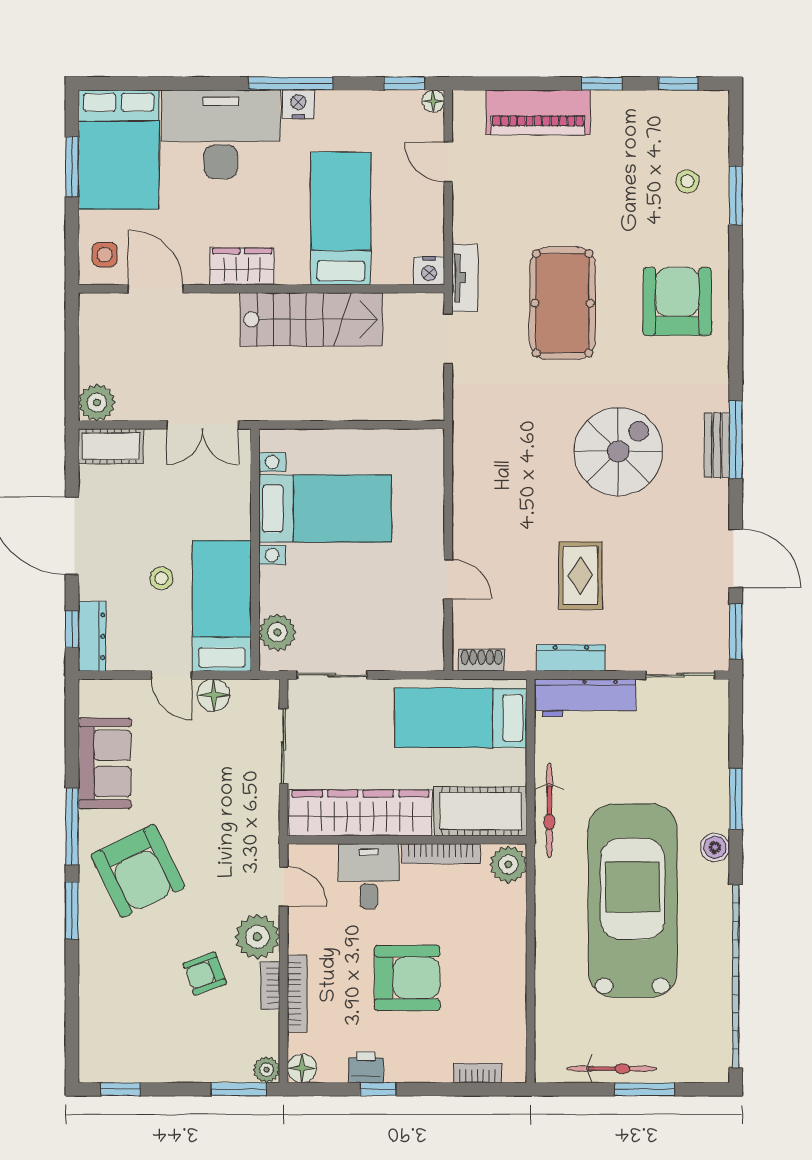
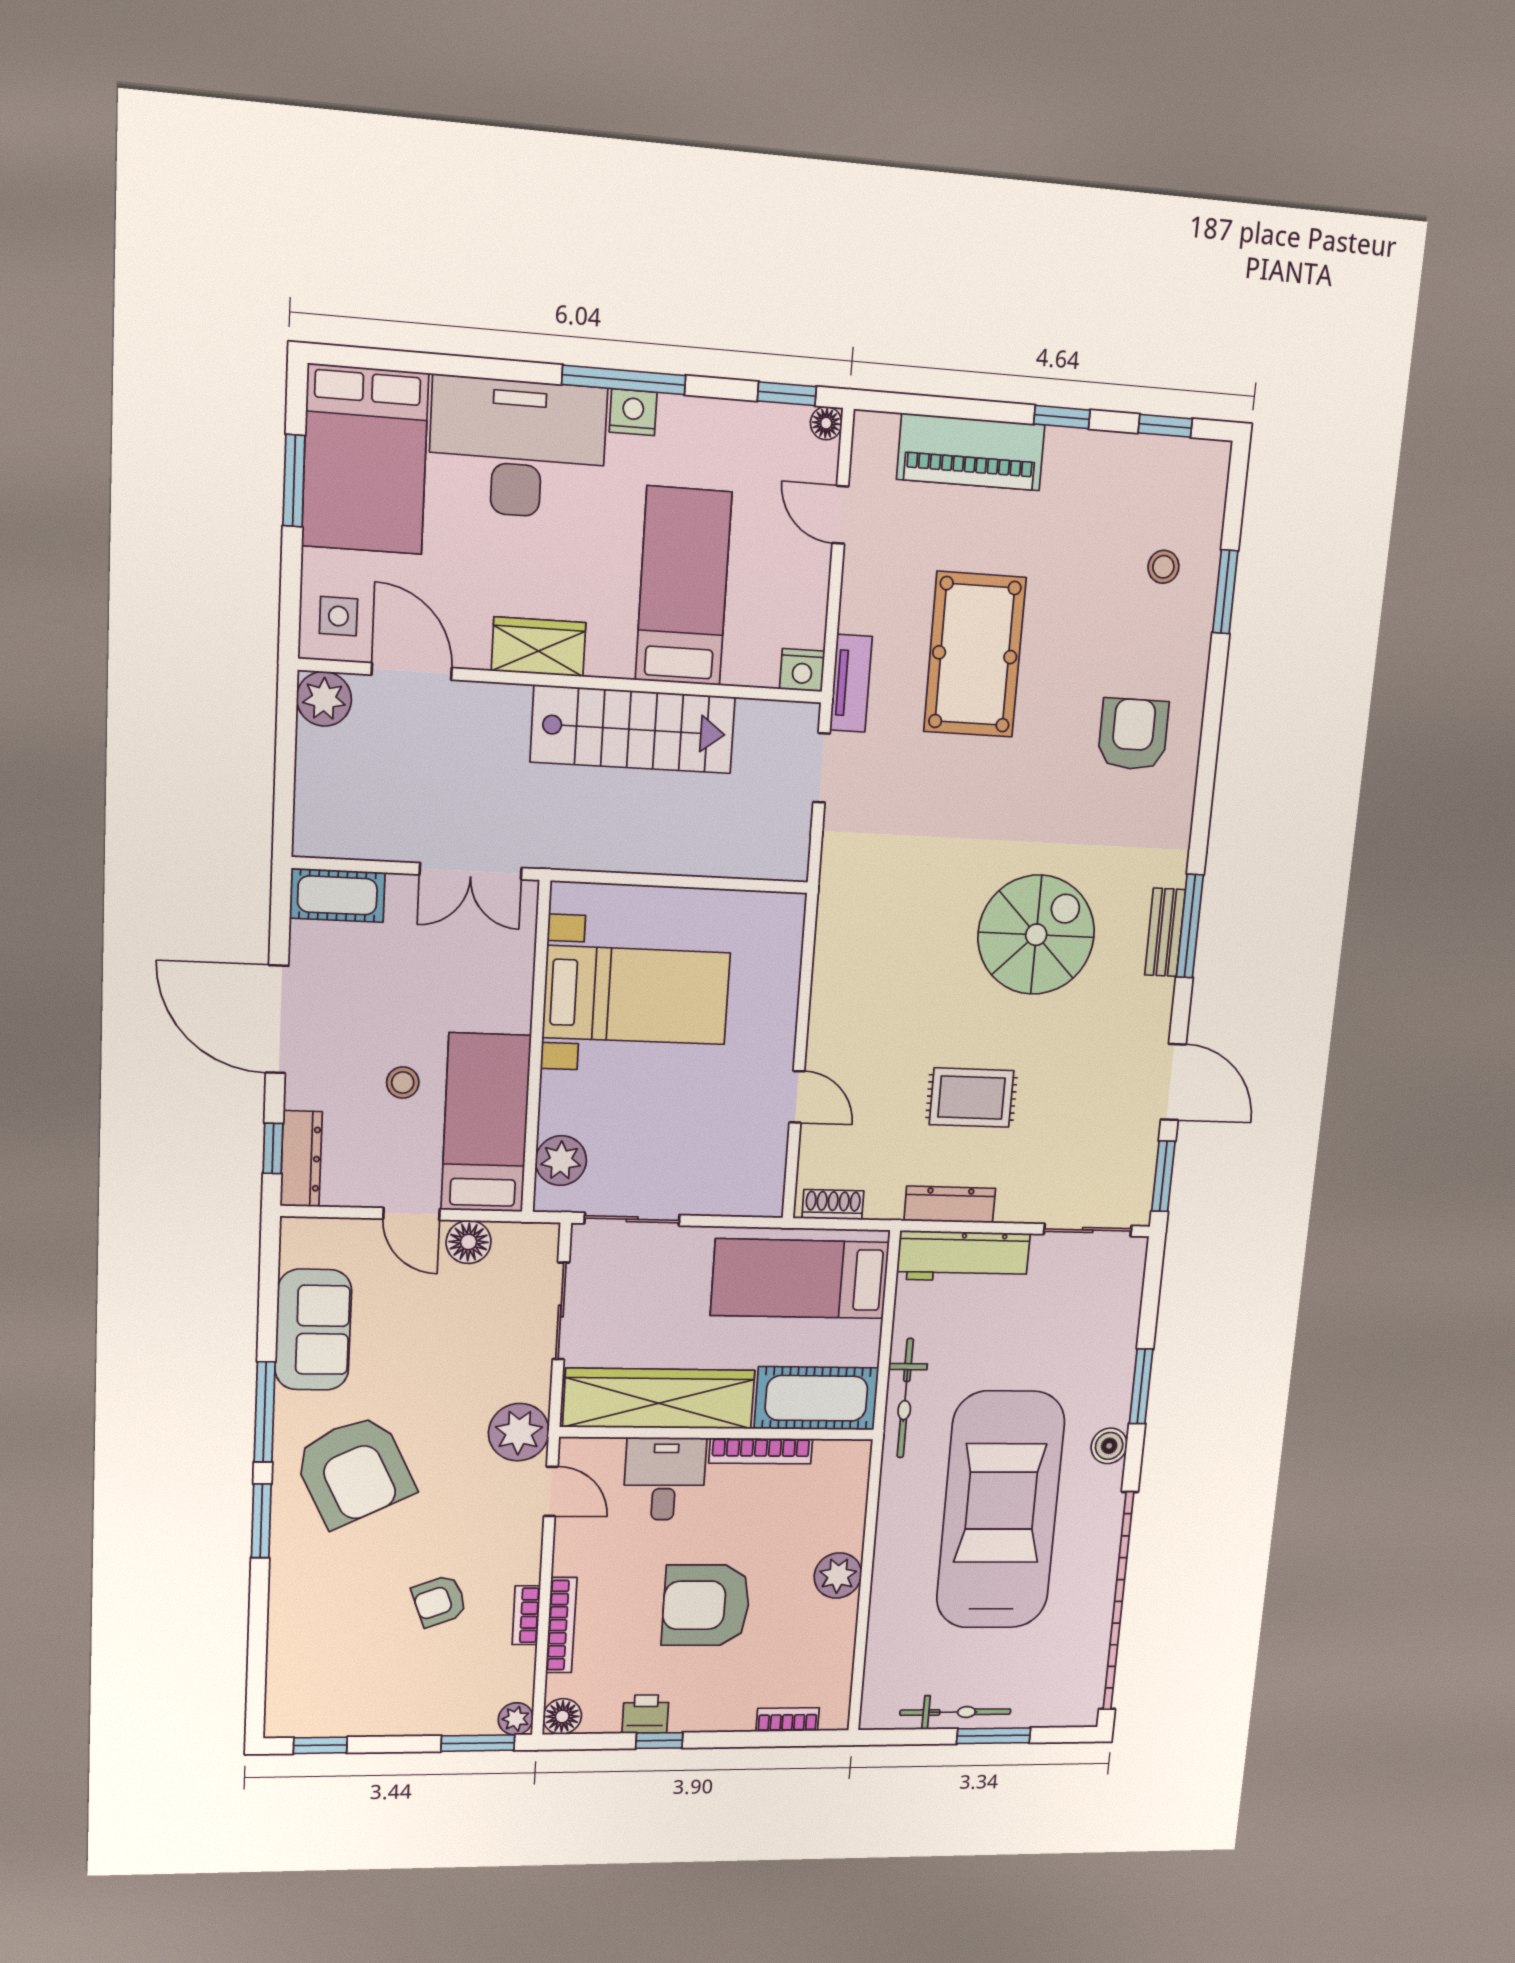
armchair: (677, 301) -> (1133, 734), width x0.73, depth x0.73
pool table: (562, 303) -> (975, 655), moved
plant: (97, 403) -> (324, 699), moved
rug: (580, 575) -> (972, 1098), turned 90
plant: (508, 864) -> (838, 1575), moved
plant: (257, 937) -> (519, 1432), moved
armchair: (407, 978) -> (706, 1605), turned 180

